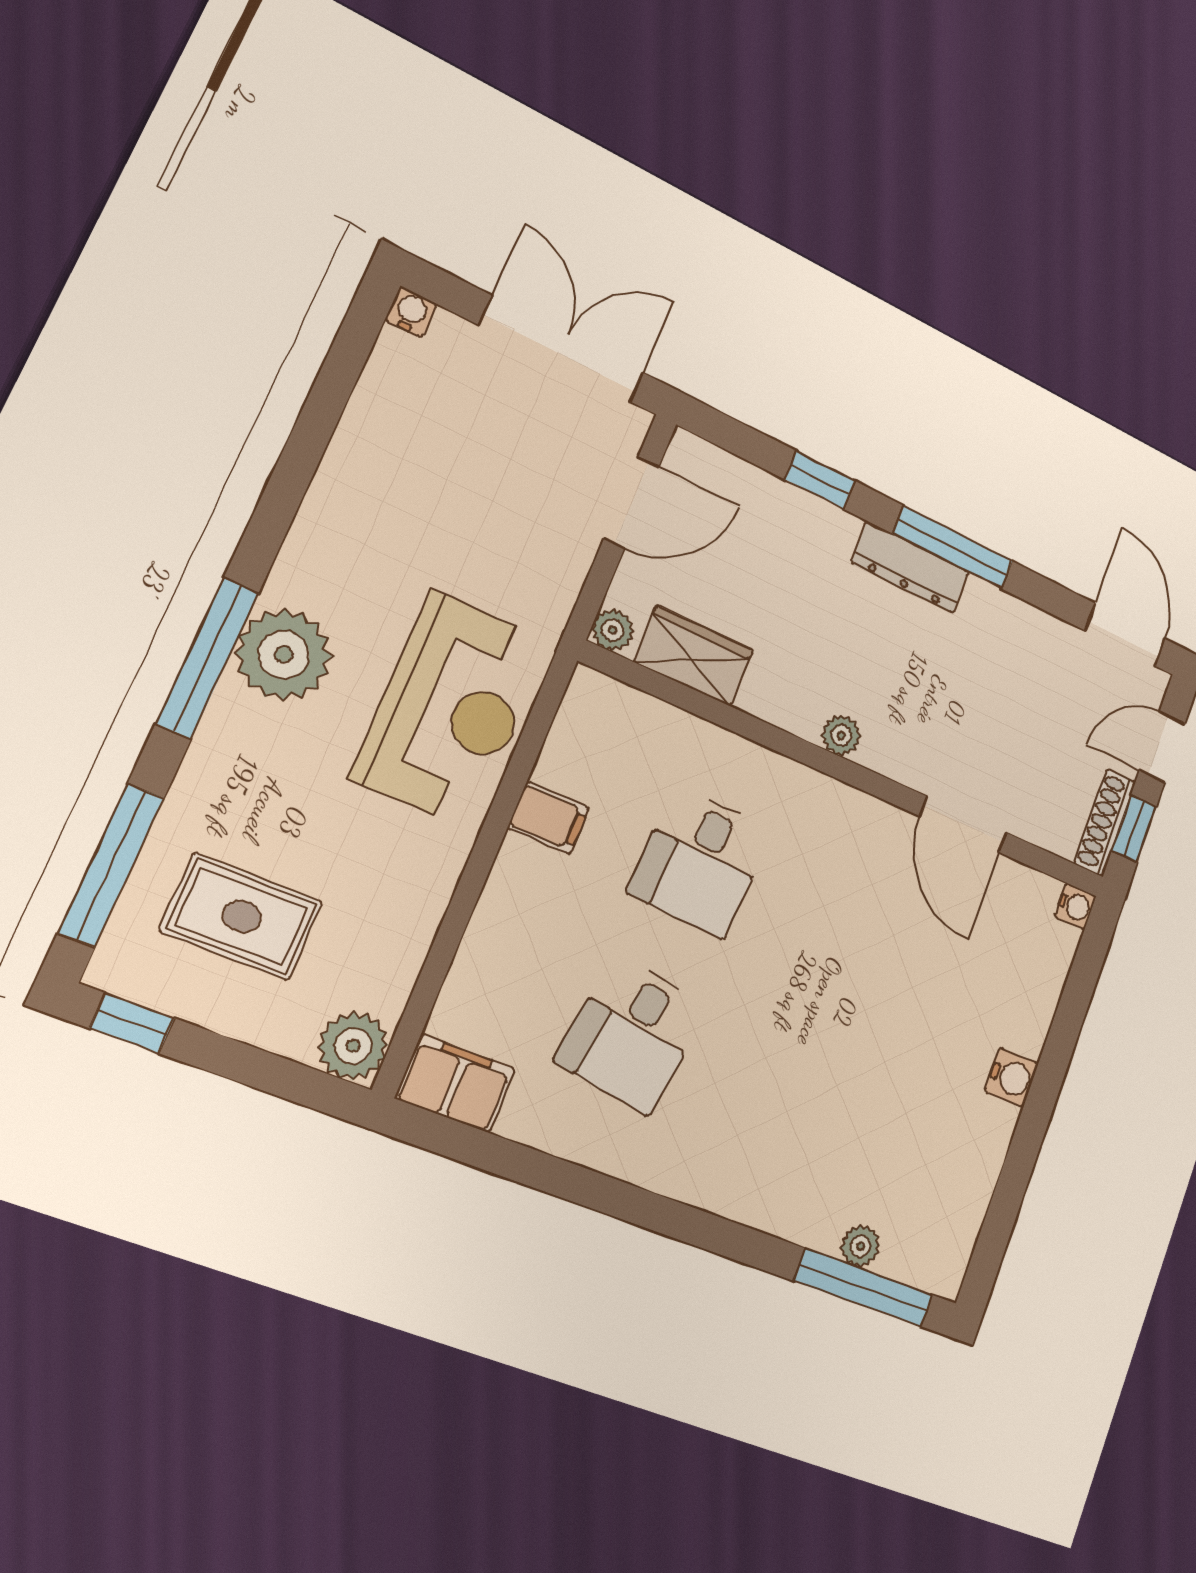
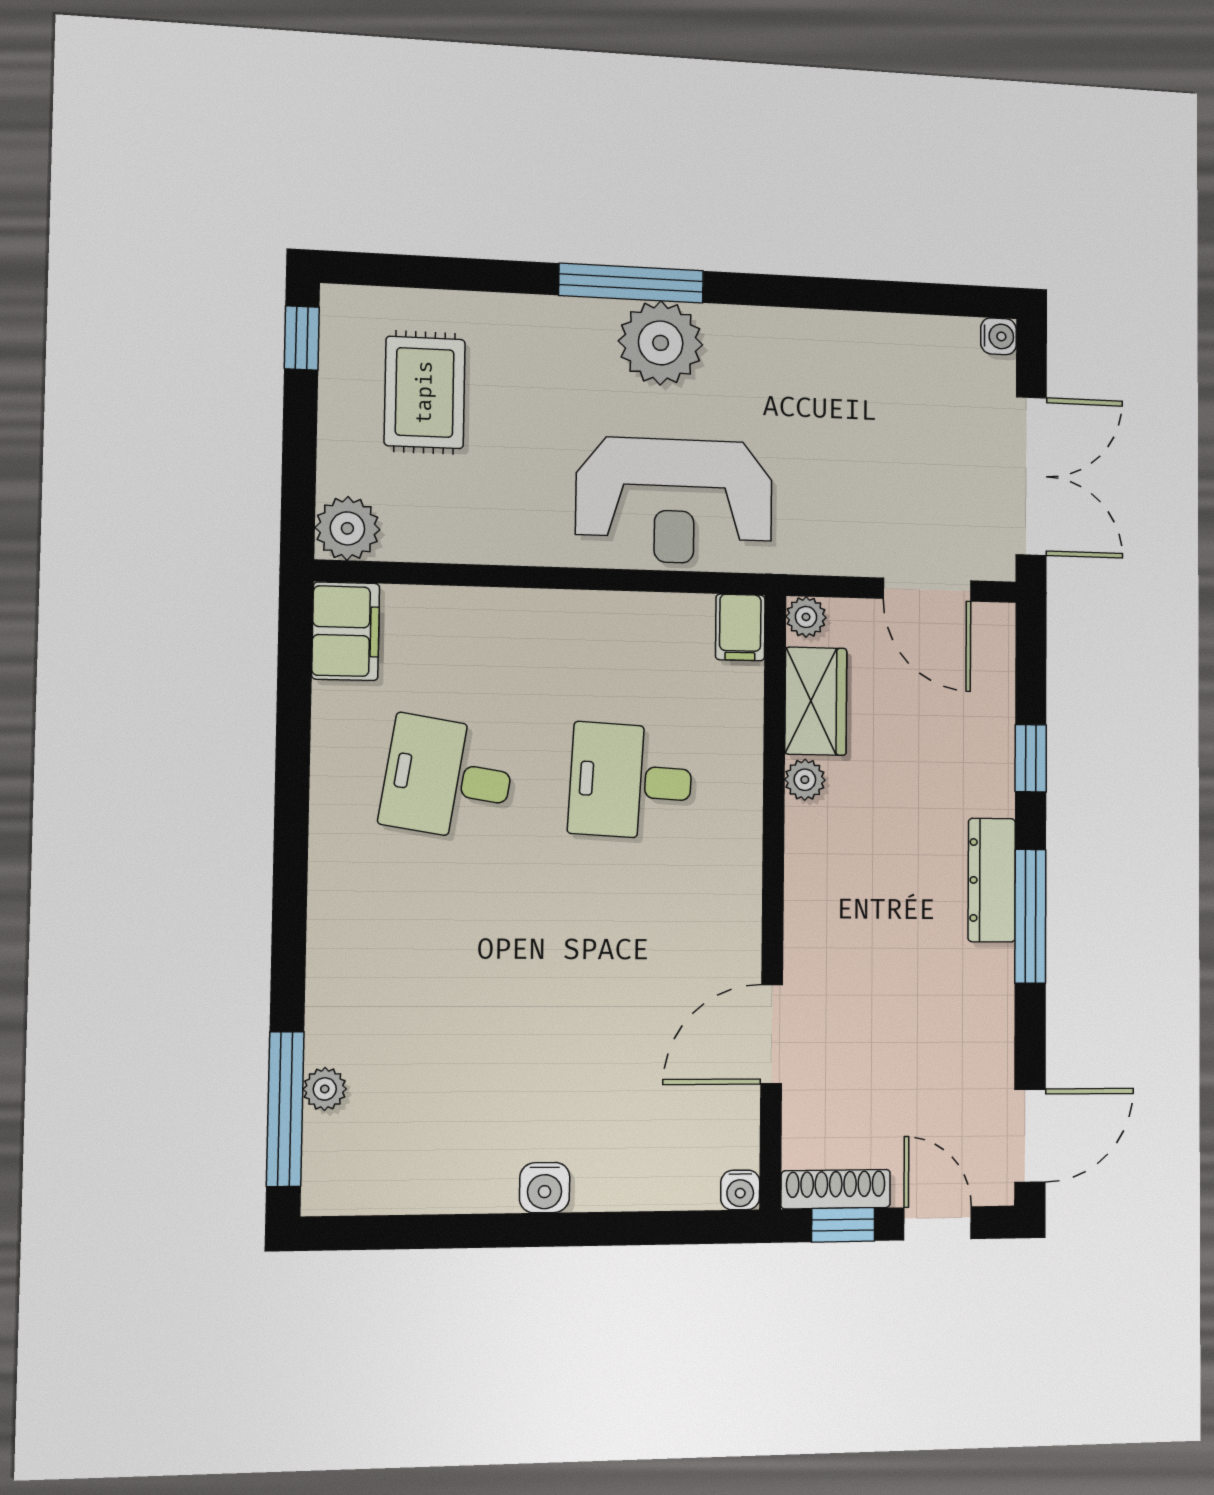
plant: (841, 735) -> (805, 780), moved
filing cabinet: (549, 818) -> (740, 627), moved
window: (111, 865) -> (428, 272), removed

